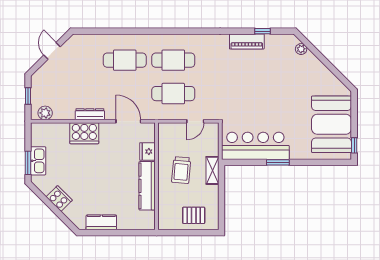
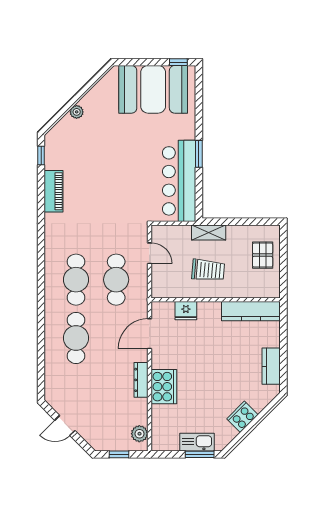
window: (263, 31) -> (41, 155), moved
plant: (301, 49) -> (77, 112), moved
kitchen counter: (147, 186) -> (251, 311), moved

